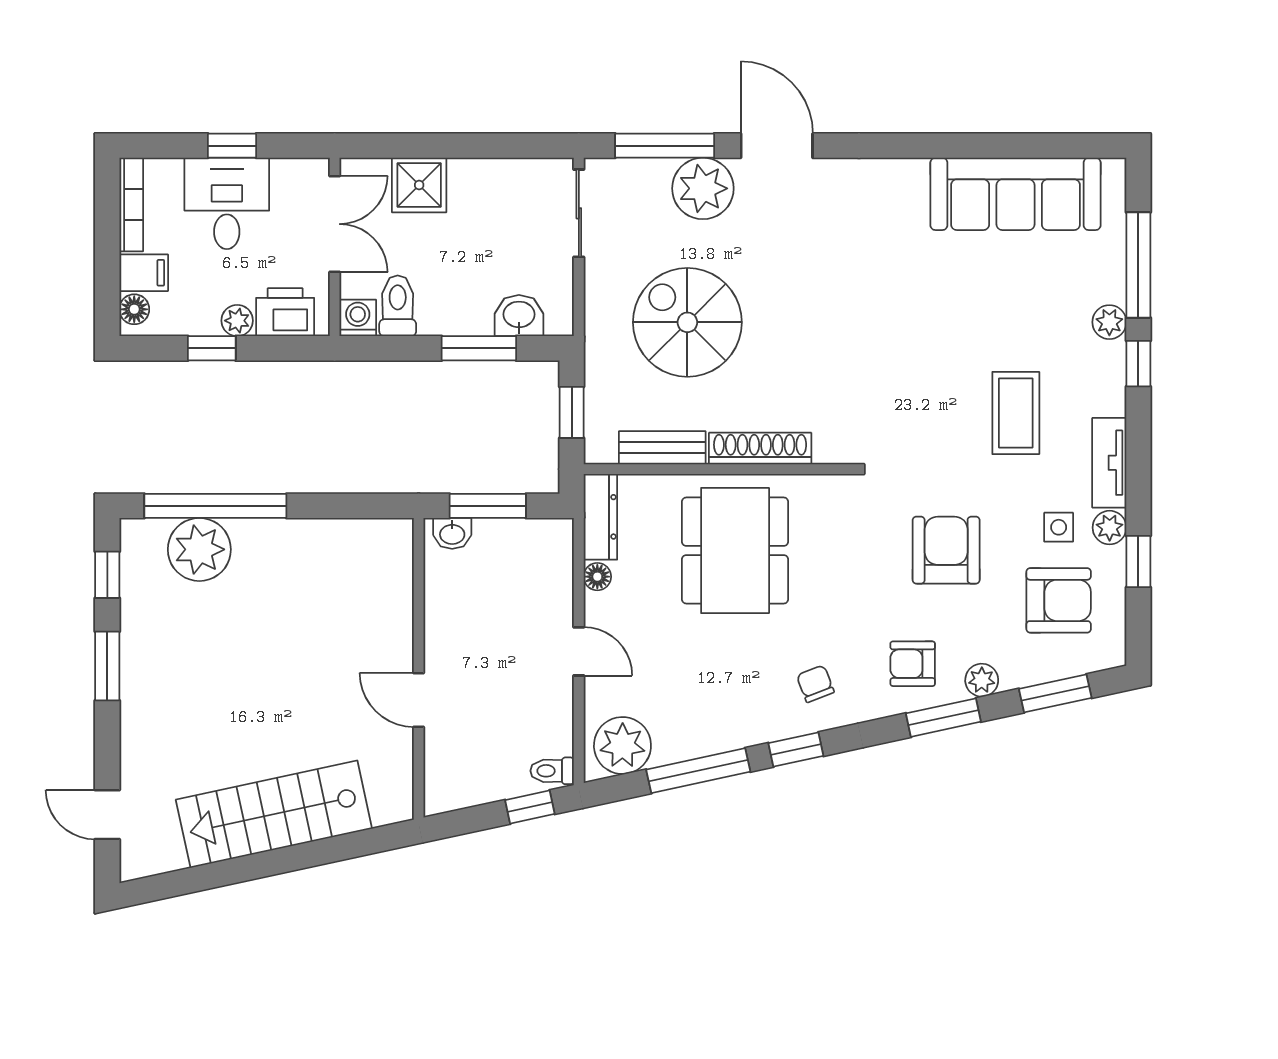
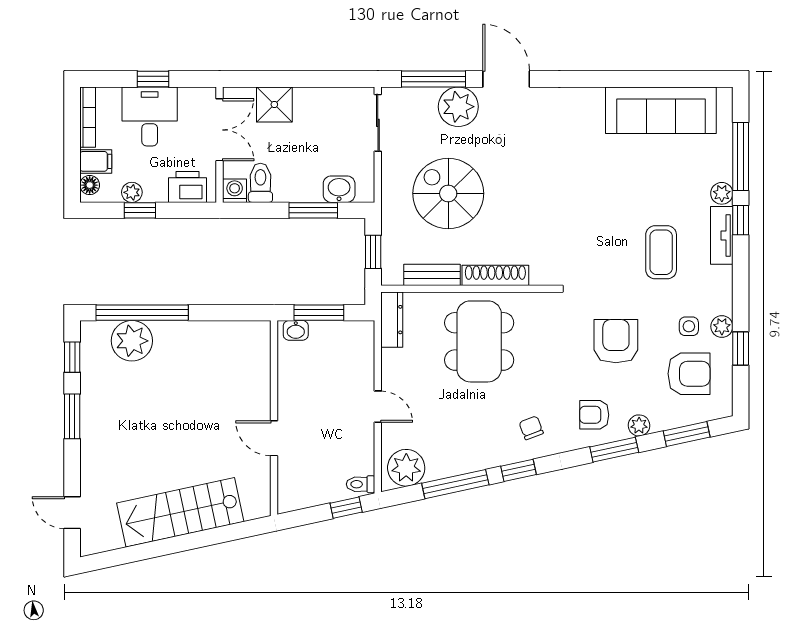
plant: (237, 321) -> (132, 192), moved
tv unit: (1109, 463) -> (722, 235), moved
floor lamp: (597, 577) -> (390, 358), removed

